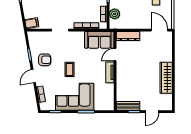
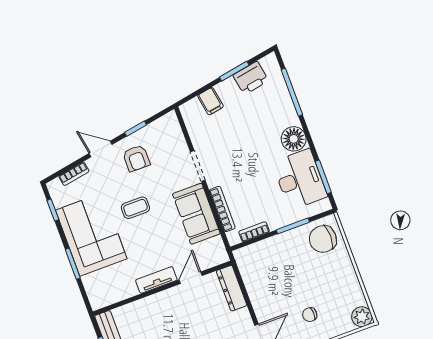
plant: (115, 14) -> (261, 250), removed
filing cabinet: (32, 23) -> (210, 101), moved
sofa: (99, 40) -> (196, 214), moved
door: (115, 55) -> (191, 278), hinge flipped

